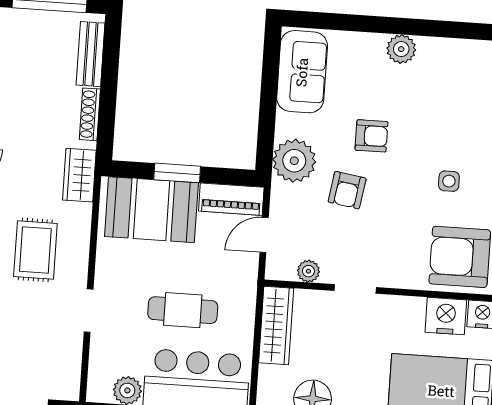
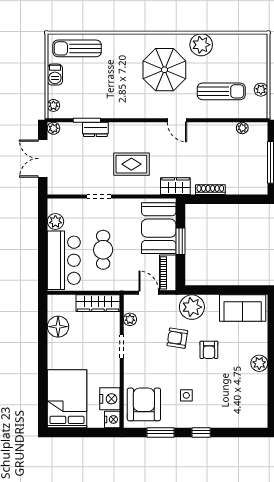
bench: (91, 54) -> (244, 188), removed

